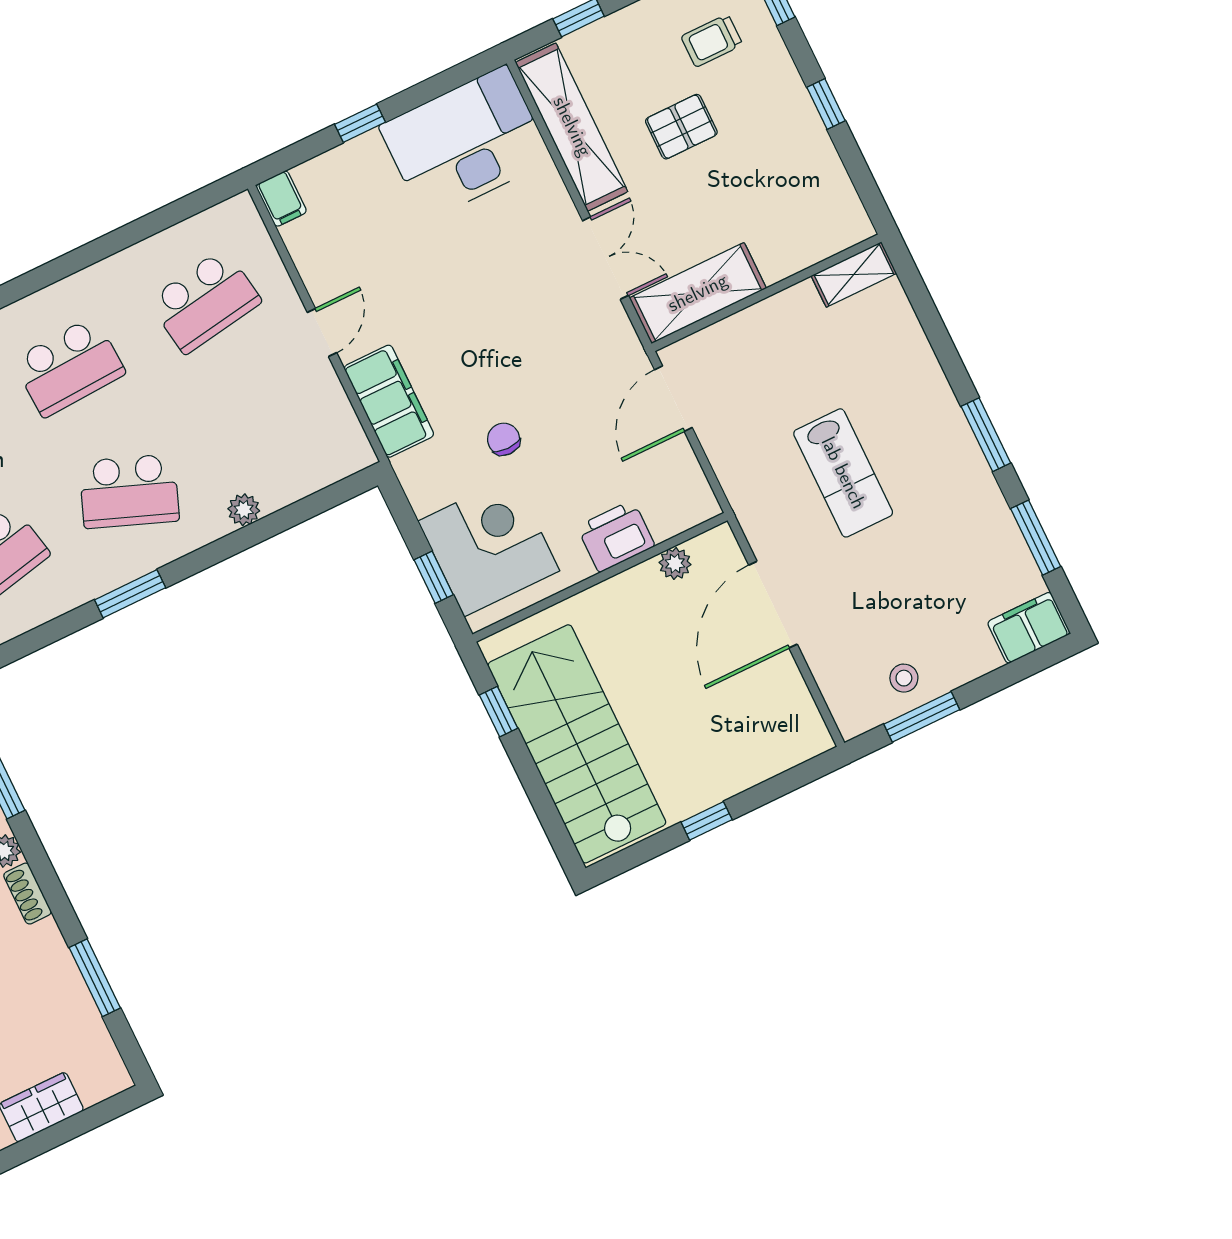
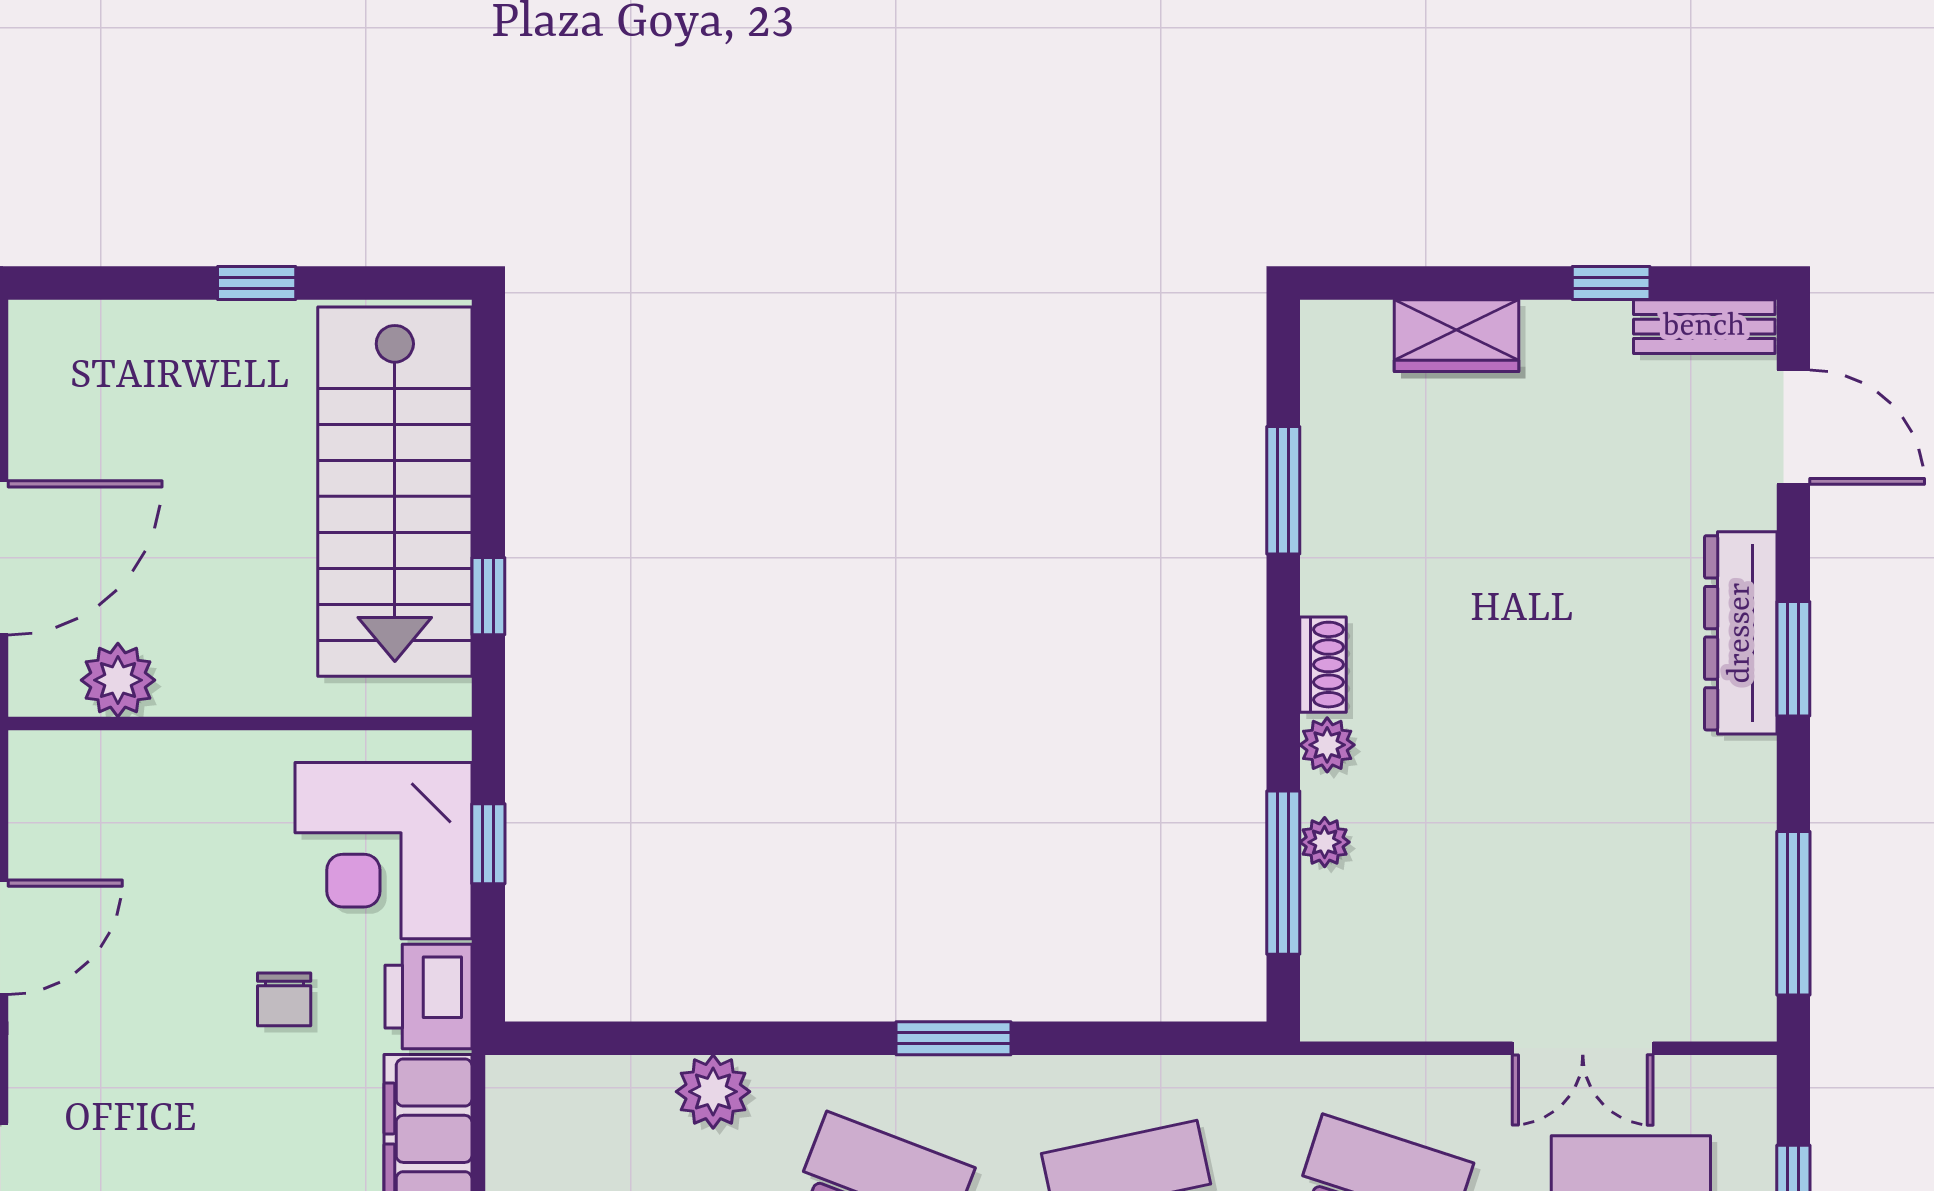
plant: (244, 510) -> (713, 1092), width x1.38, depth x1.38
printer: (616, 536) -> (428, 997), moved, turned 90
plant: (675, 563) -> (118, 680), width x1.38, depth x1.38

